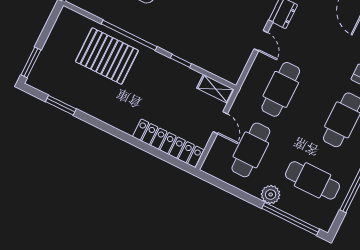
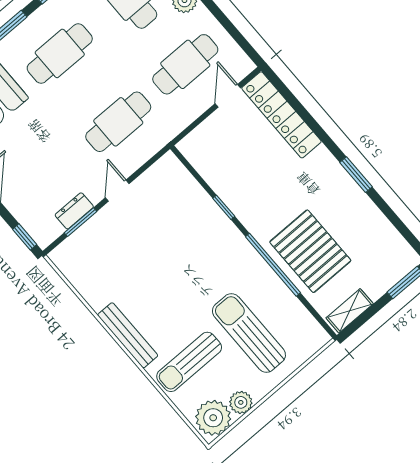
shelving: (215, 89) -> (350, 311), moved, turned 90
window: (61, 105) -> (356, 175), moved
door: (220, 123) -> (228, 96), moved

